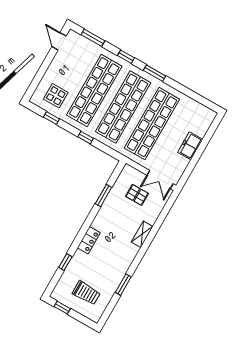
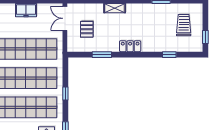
double door: (160, 179) -> (65, 18), swing flipped
locker: (89, 240) -> (130, 46), moved

